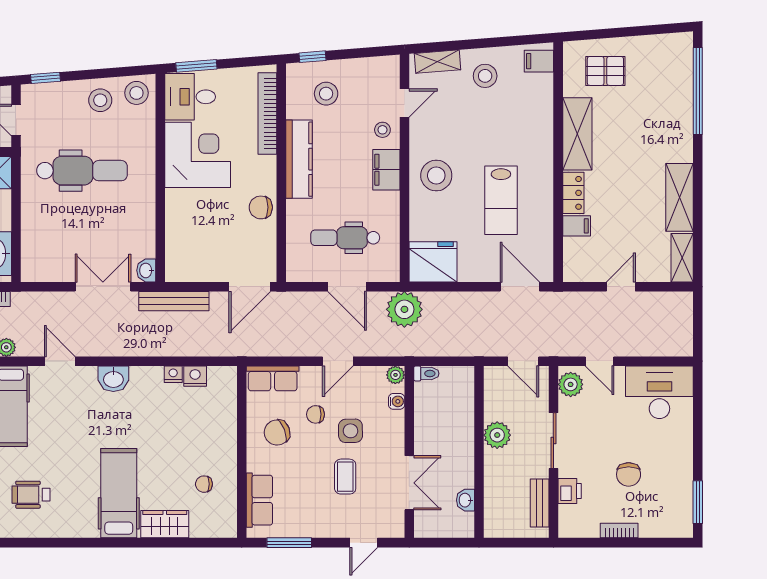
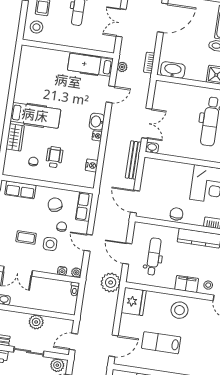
door: (347, 287) -> (127, 254), hinge flipped
nightstand: (173, 374) -> (97, 136), moved
wheelchair: (31, 495) -> (54, 157), moved

